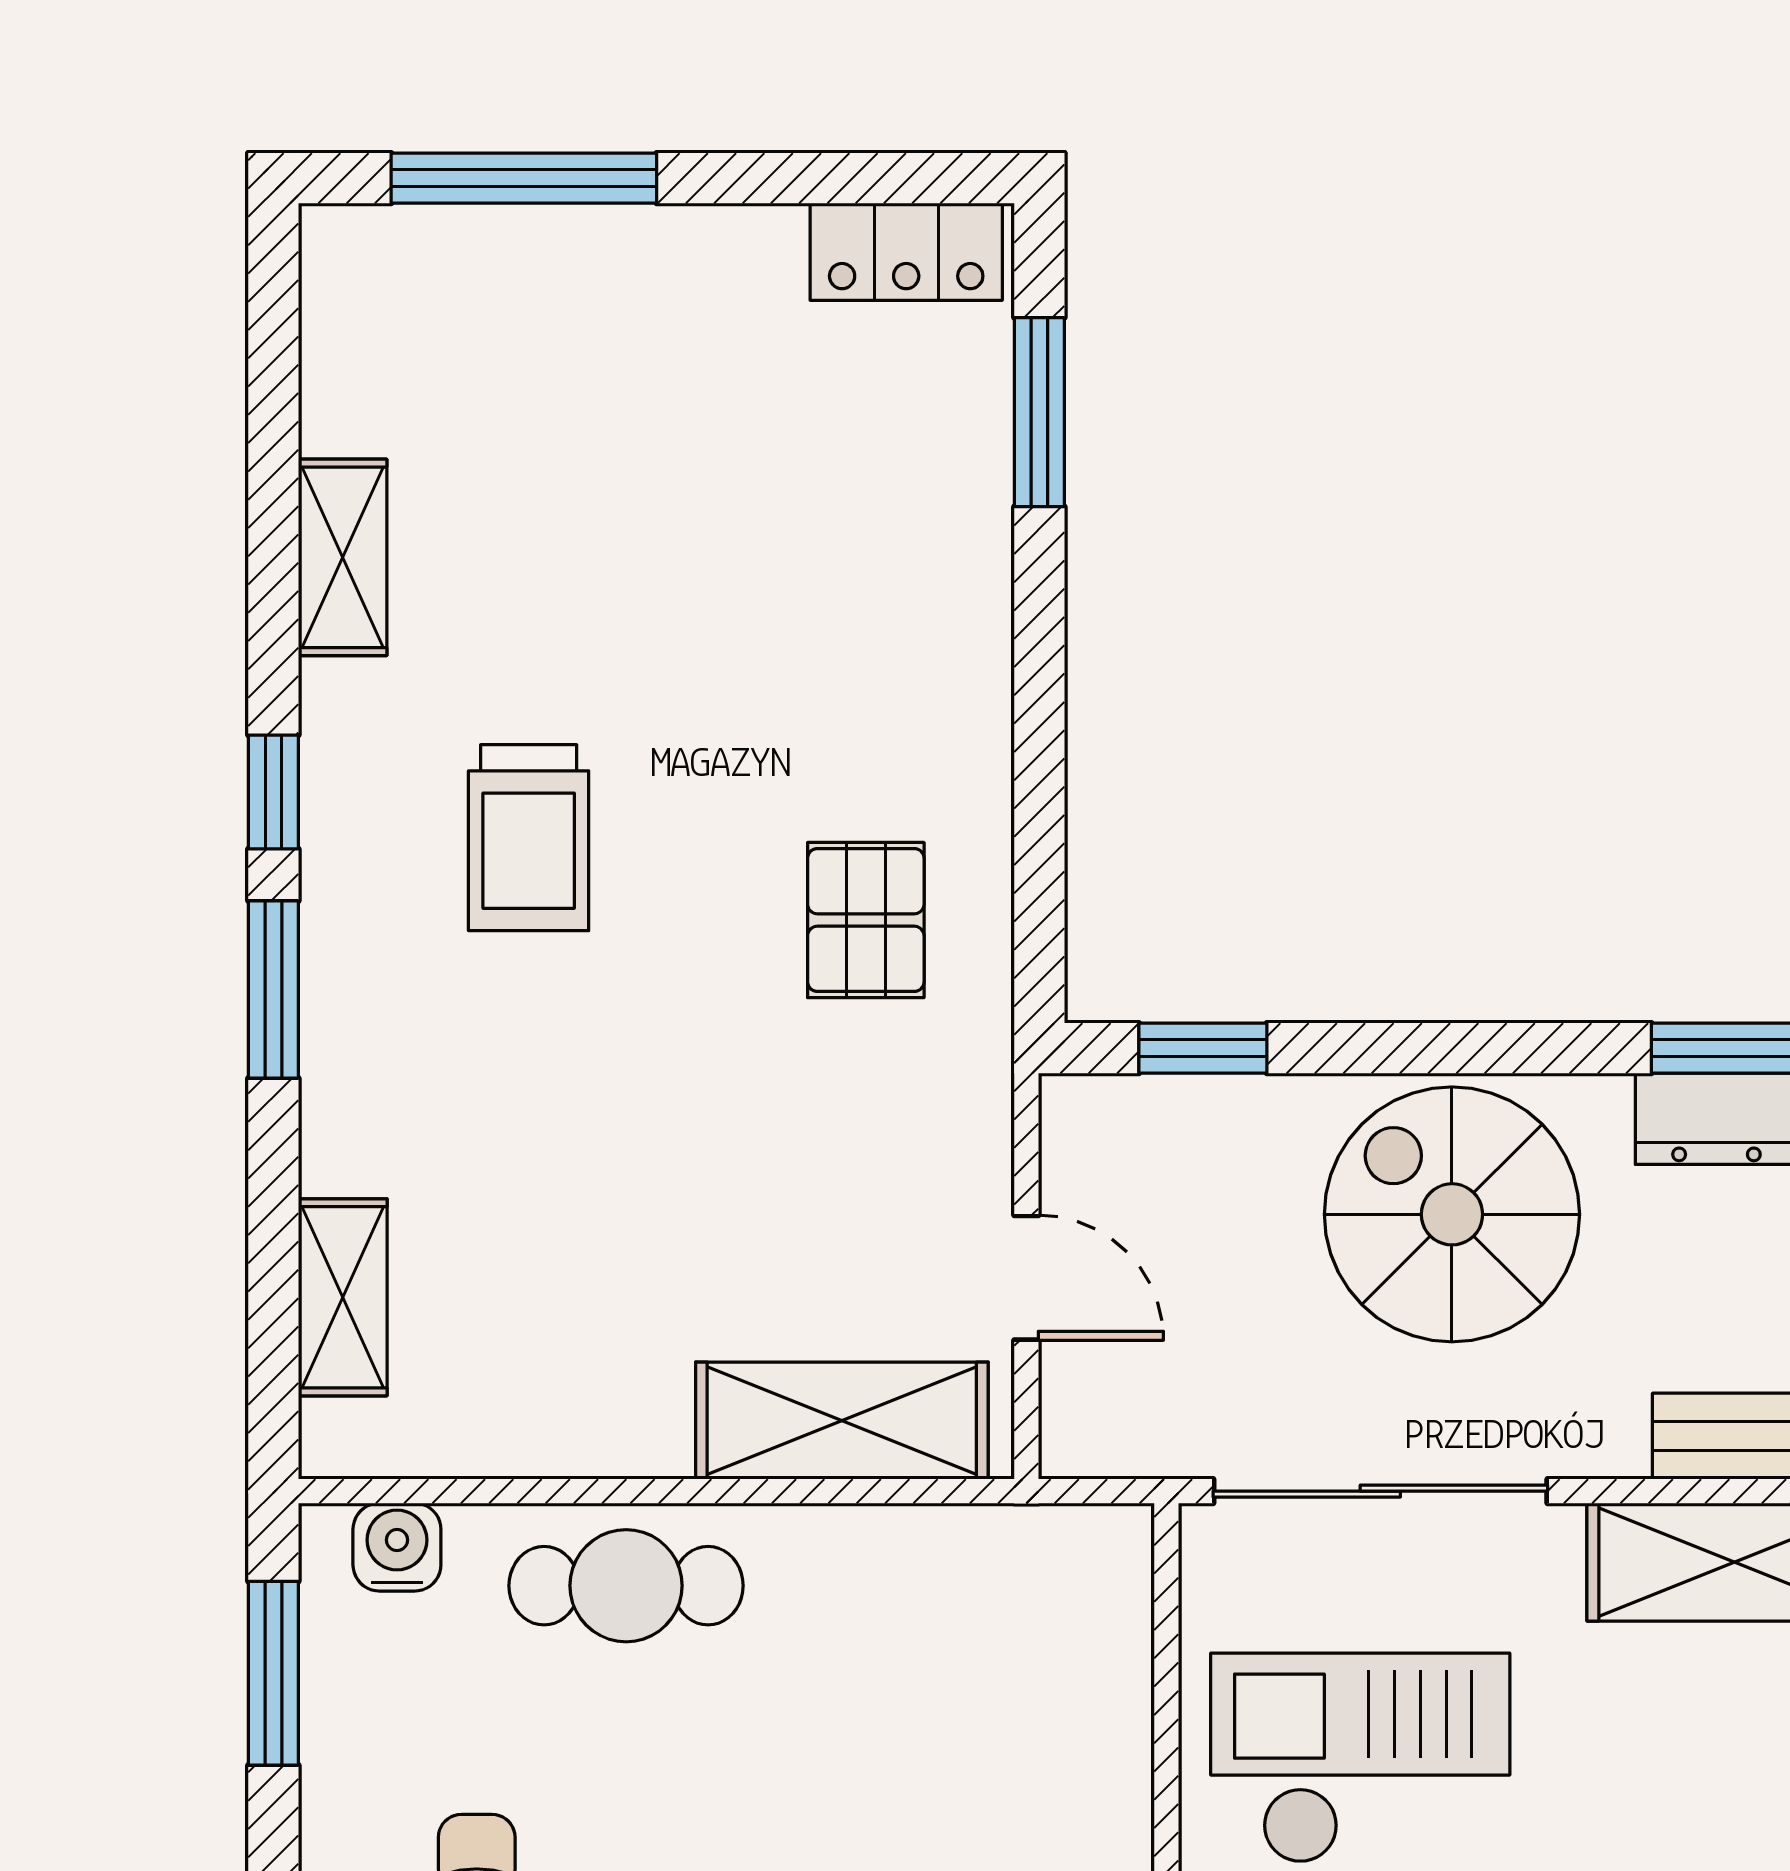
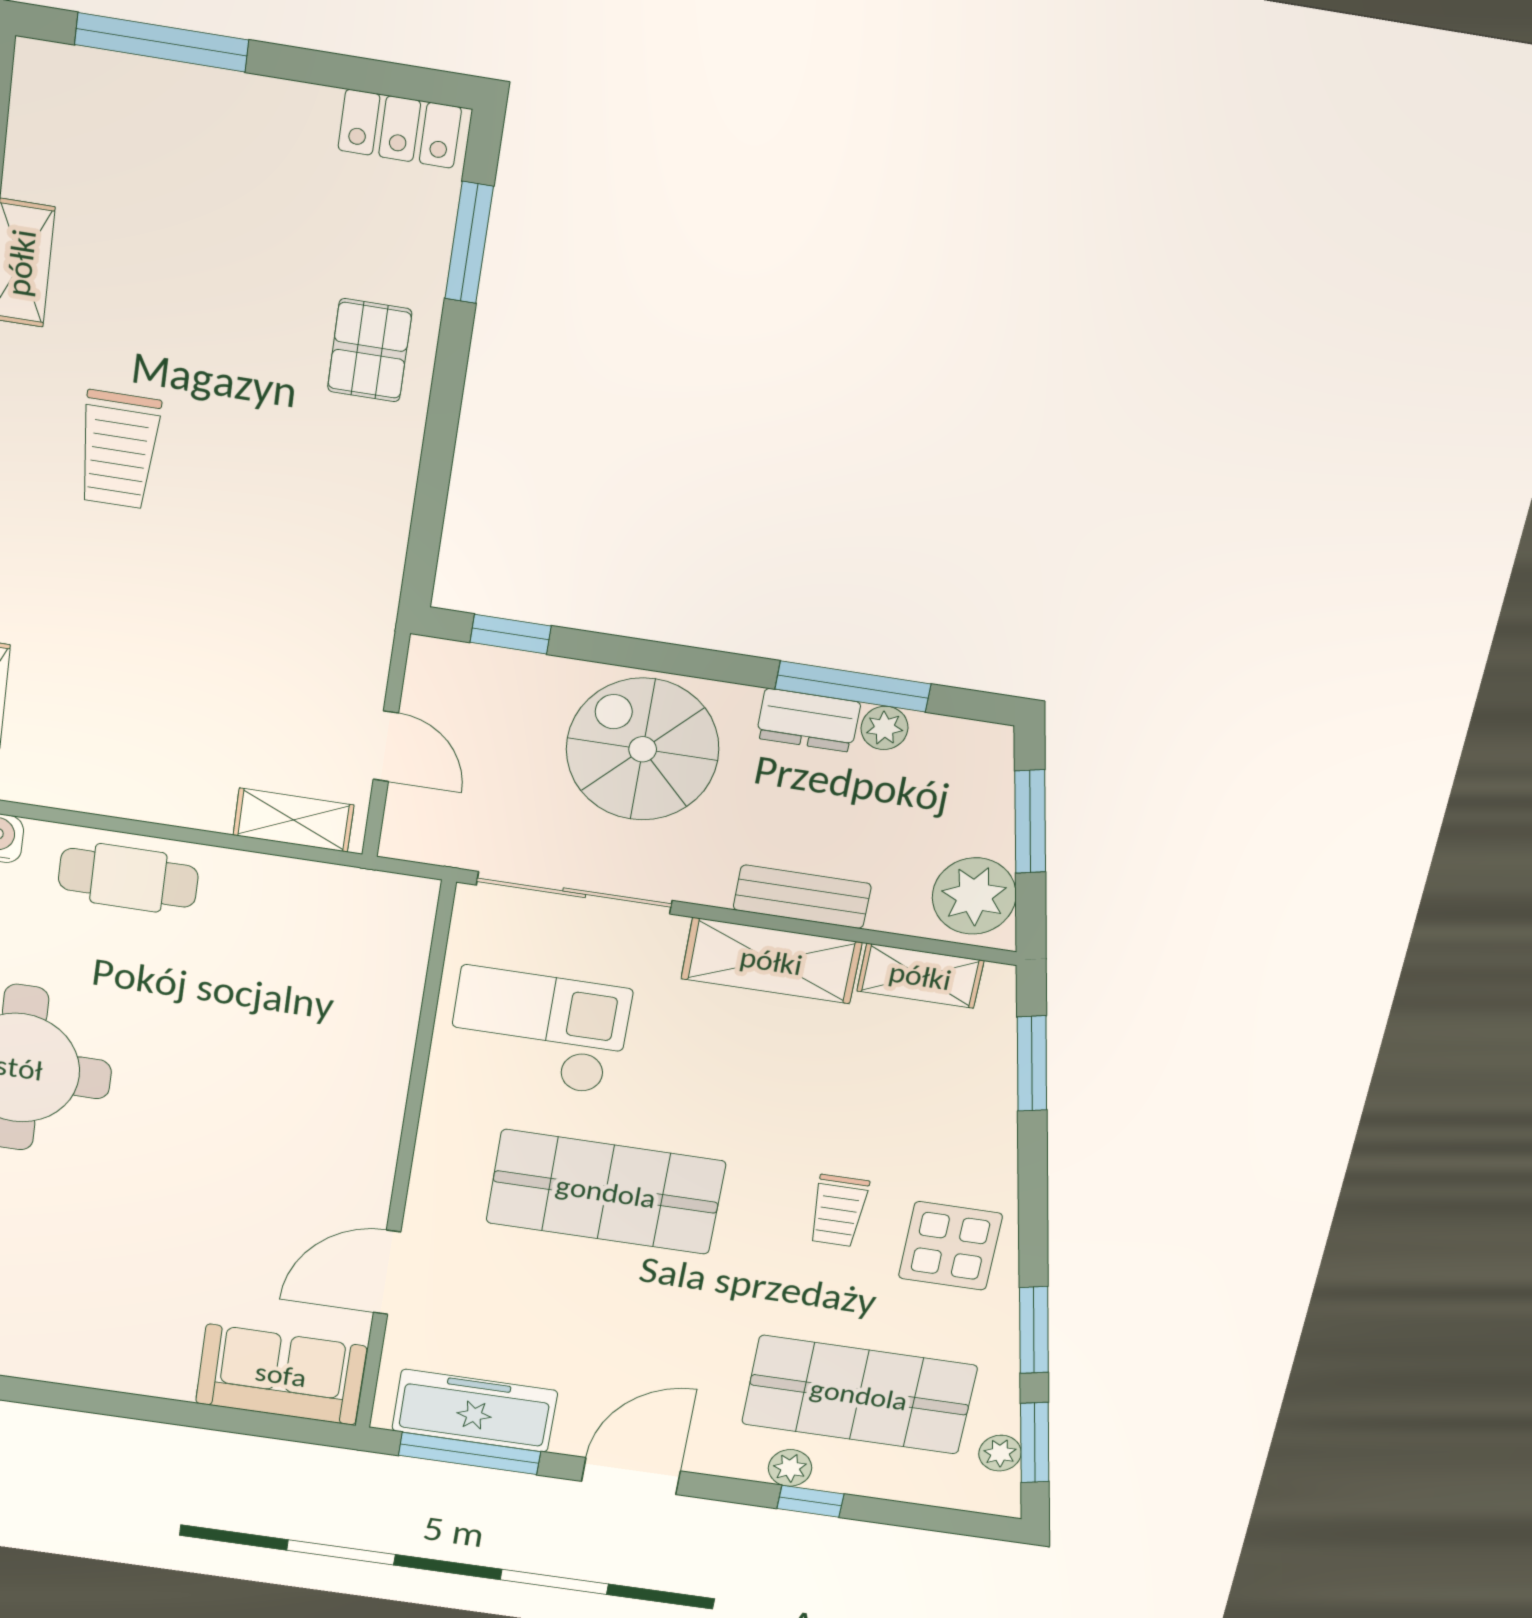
pallet: (866, 920) -> (370, 350), moved
shelving: (842, 1421) -> (294, 820), width x0.67, depth x0.75

